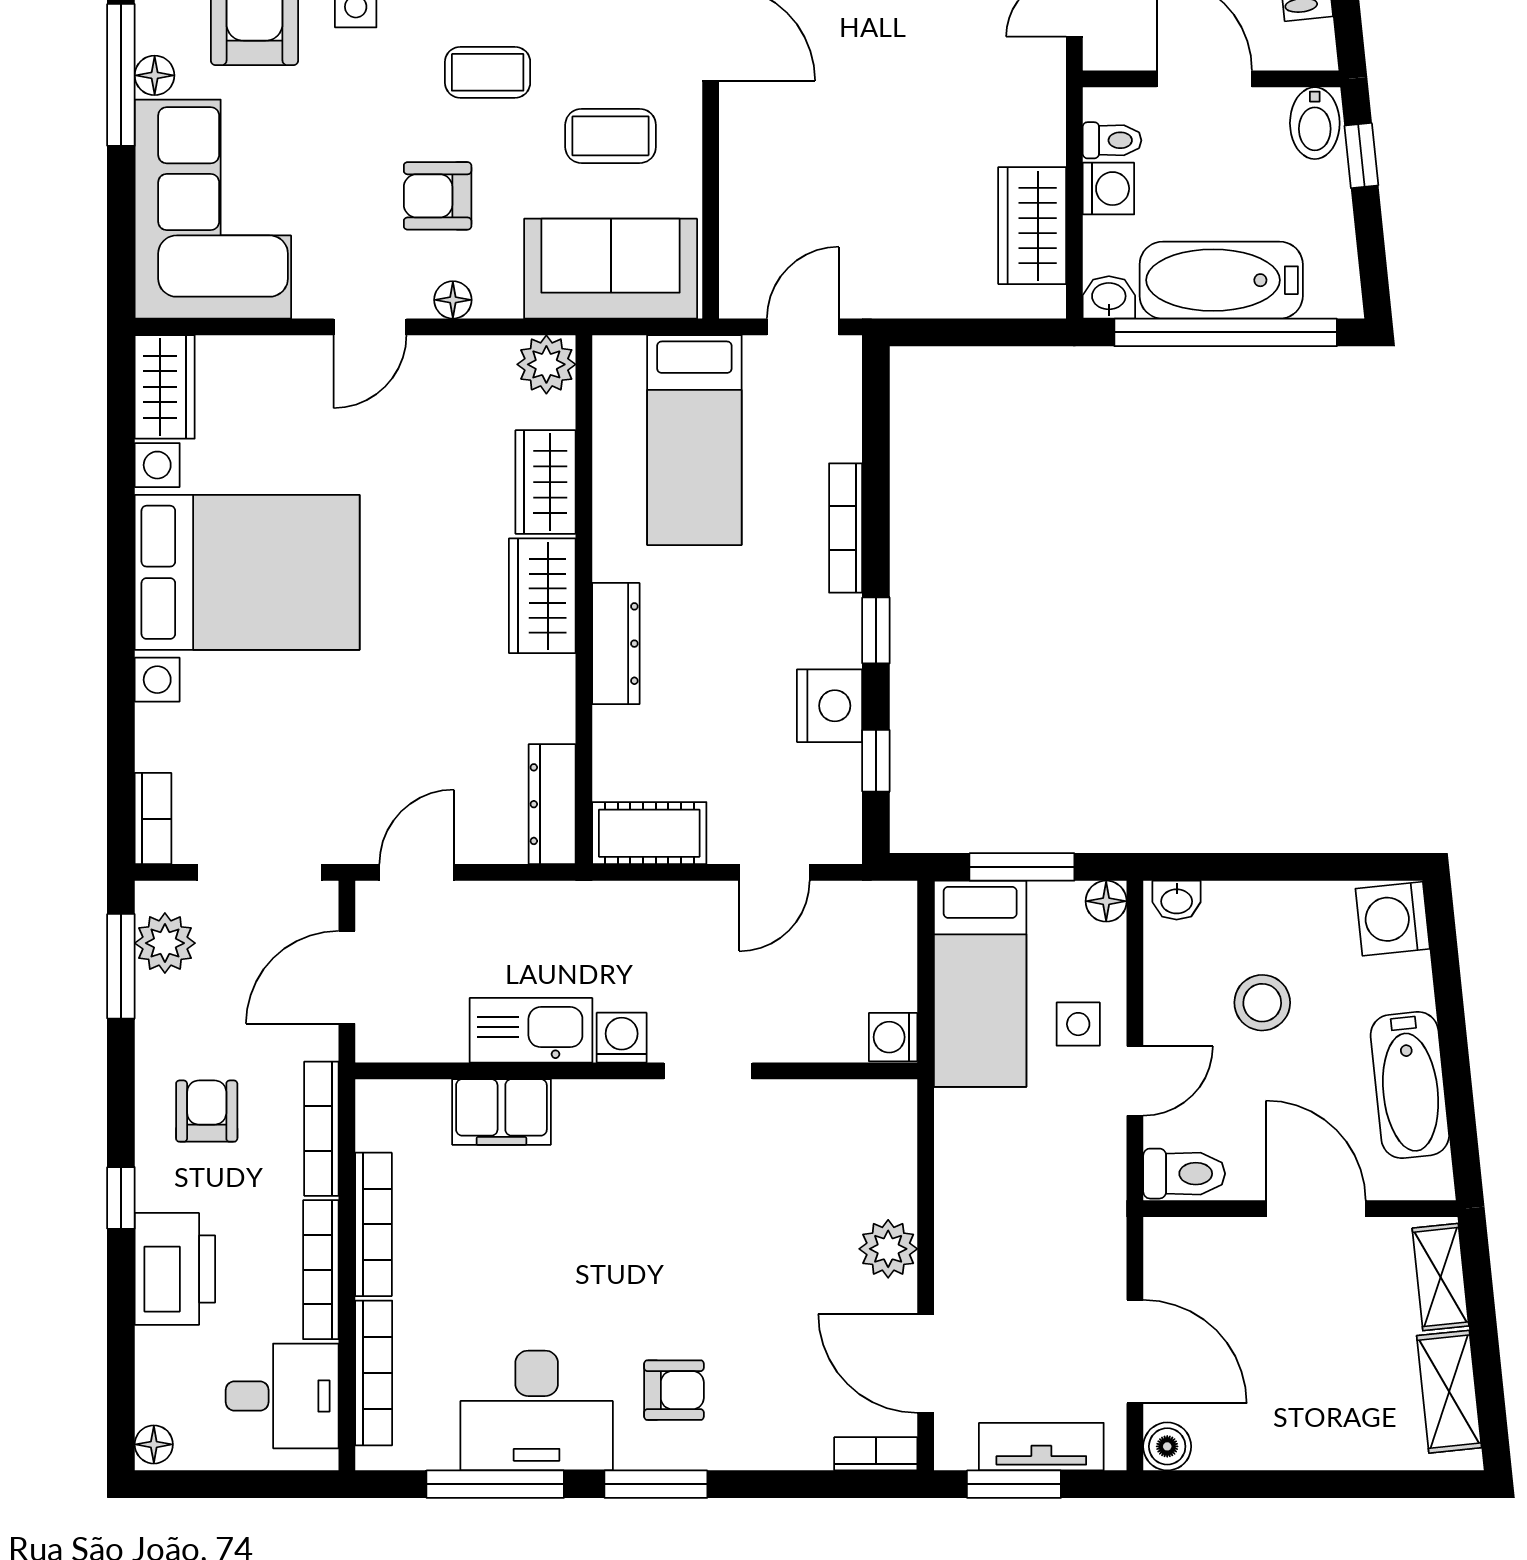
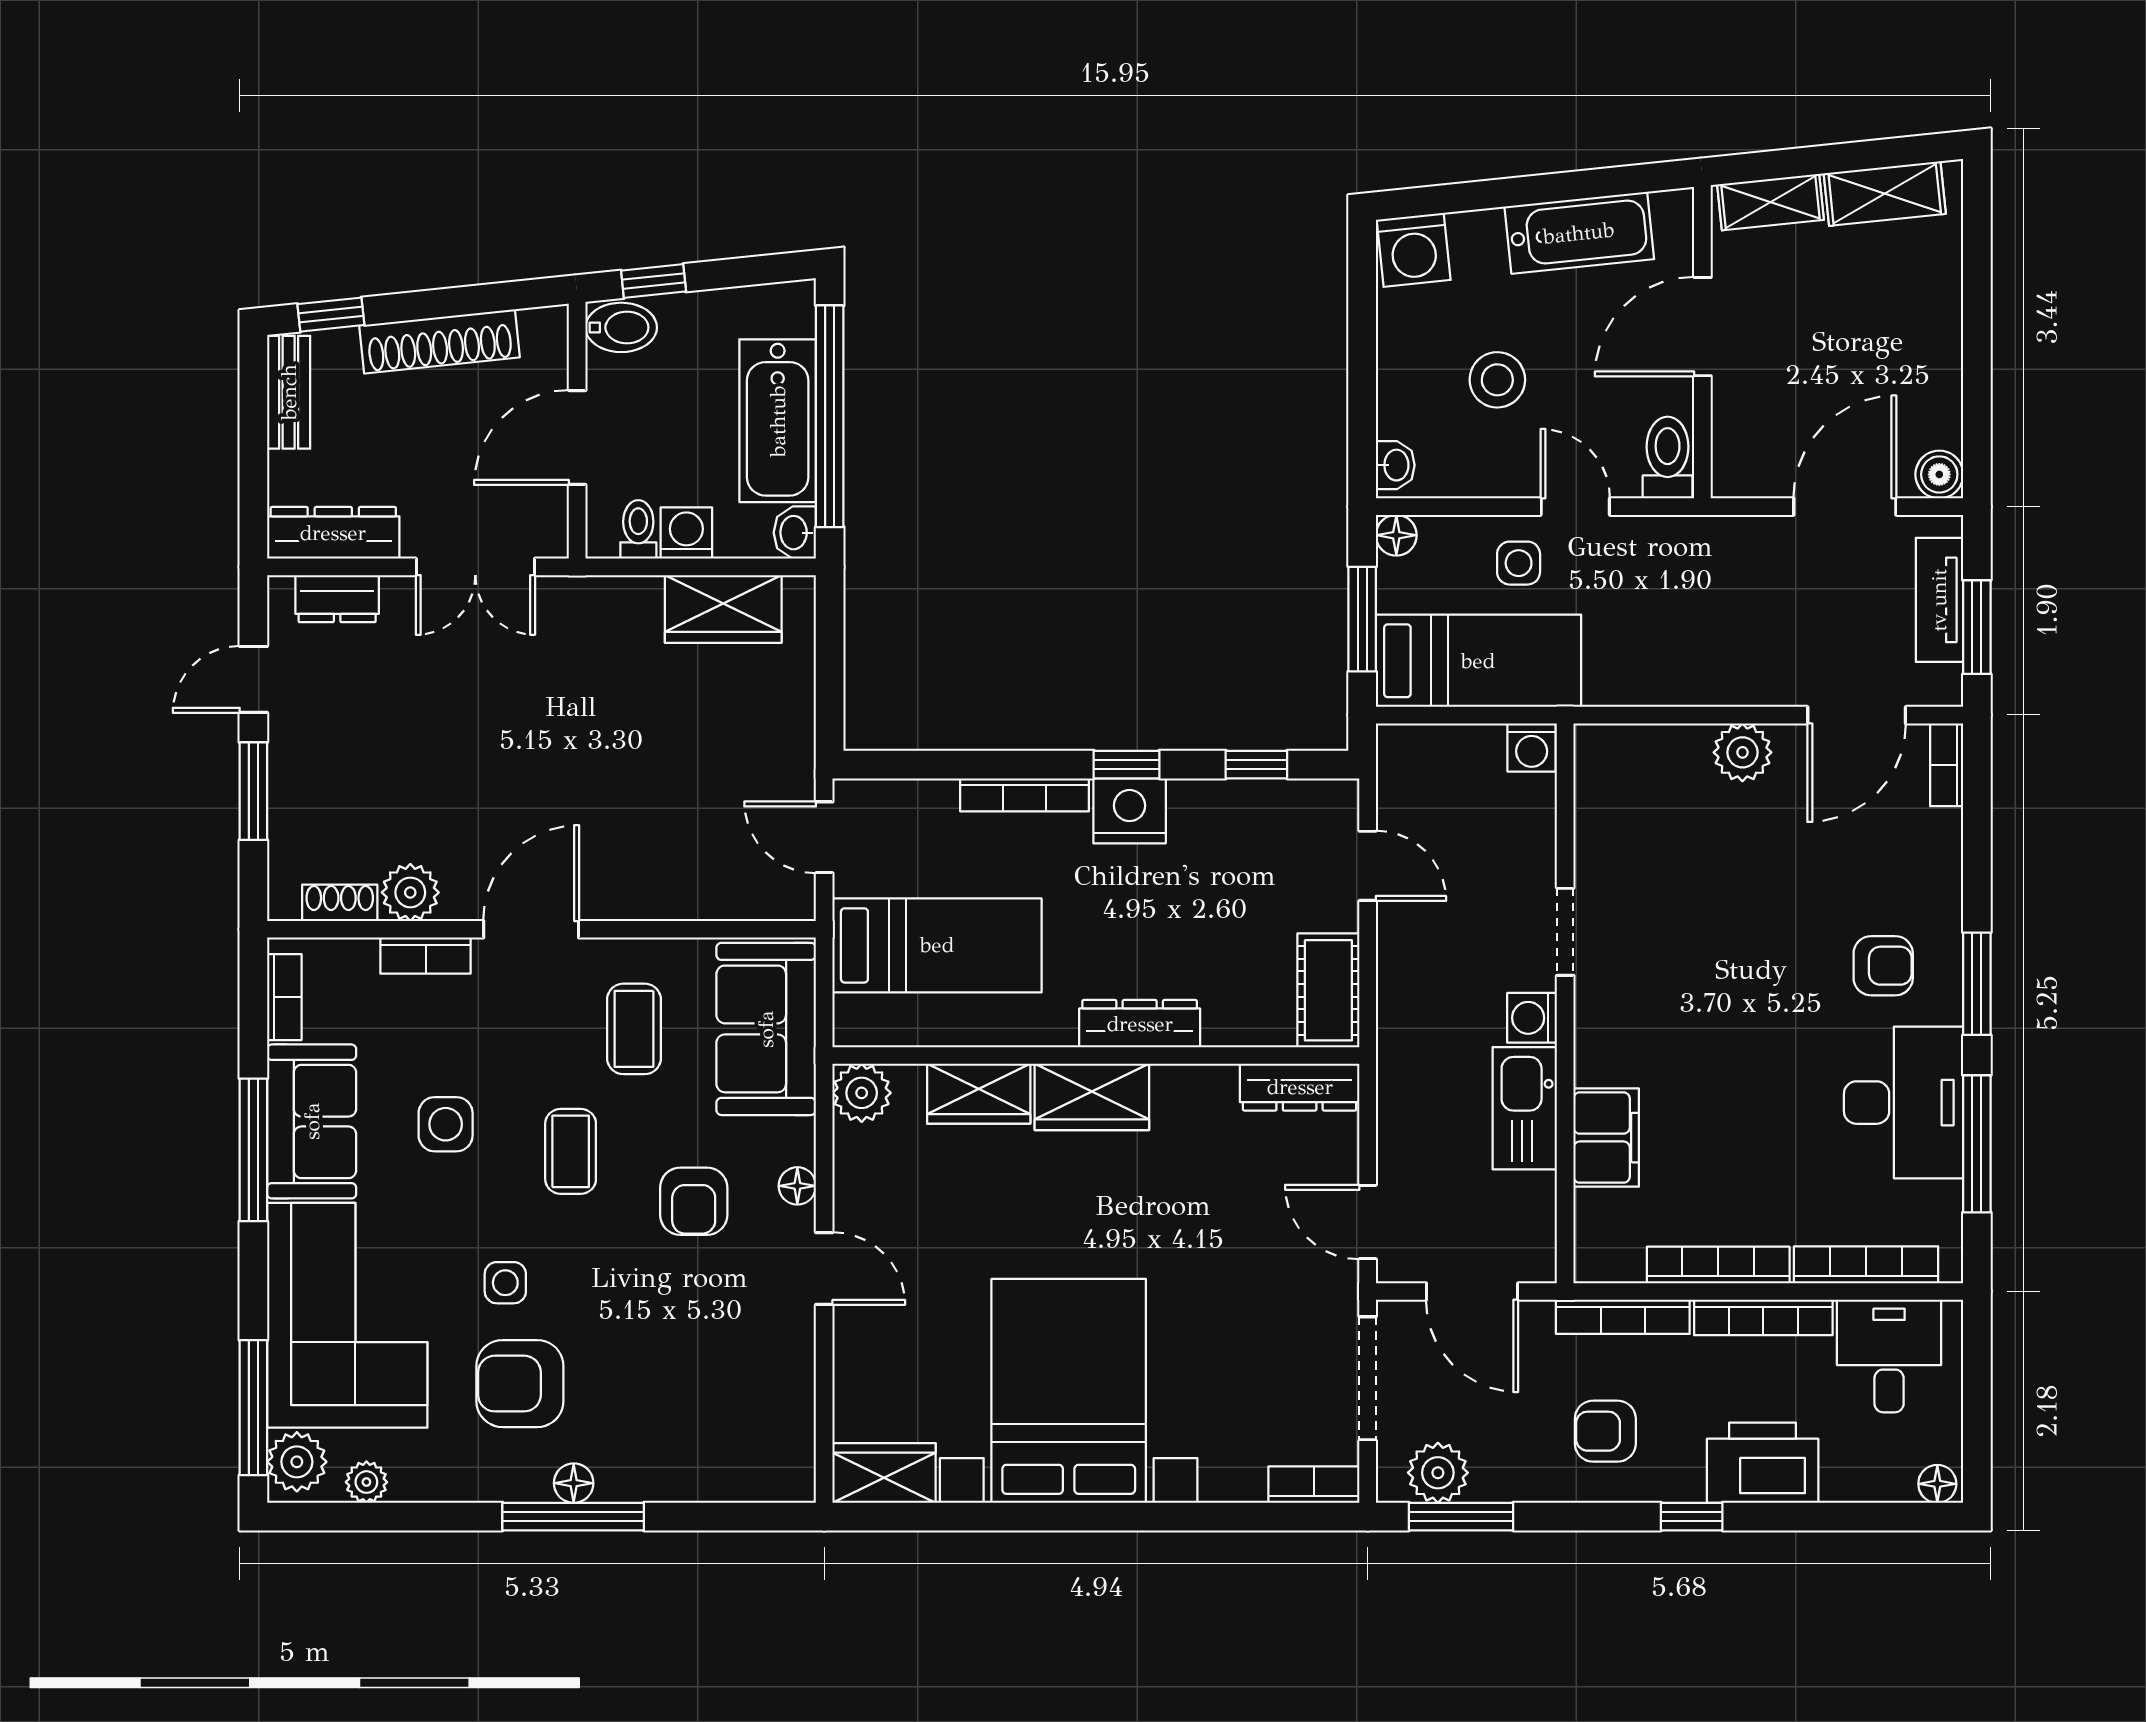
corner sofa: (213, 209) -> (707, 1425), removed
nightstand: (830, 706) -> (1130, 811), moved
armchair: (674, 1390) -> (1883, 966), turned 90

